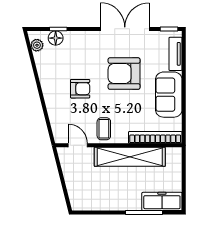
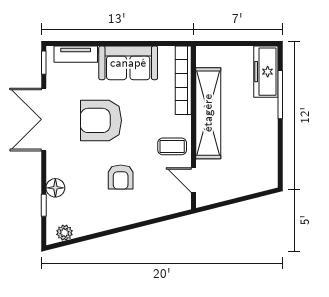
floor lamp: (56, 38) -> (55, 188), moved
armchair: (124, 74) -> (101, 120), turned 90
armchair: (80, 89) -> (121, 177), turned 180
door: (78, 145) -> (193, 180), hinge flipped

